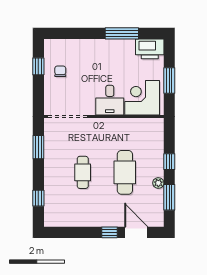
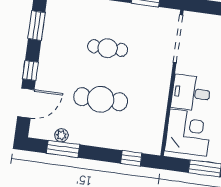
window: (169, 162) -> (131, 158), moved
plant: (158, 183) -> (61, 135), moved
window: (72, 232) -> (37, 26), added

